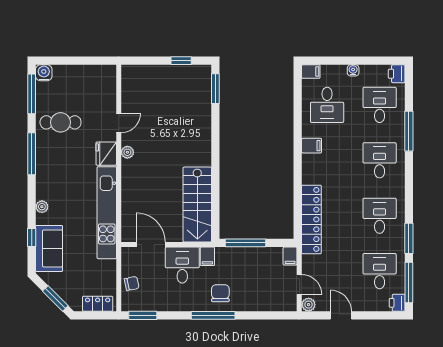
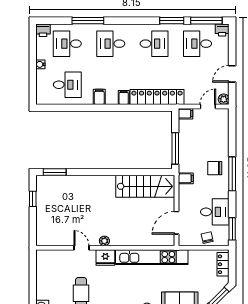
filing cabinet: (311, 72) -> (124, 97), moved
desk: (380, 216) -> (154, 44), turned 180
desk: (182, 265) -> (215, 212), moved, turned 180

